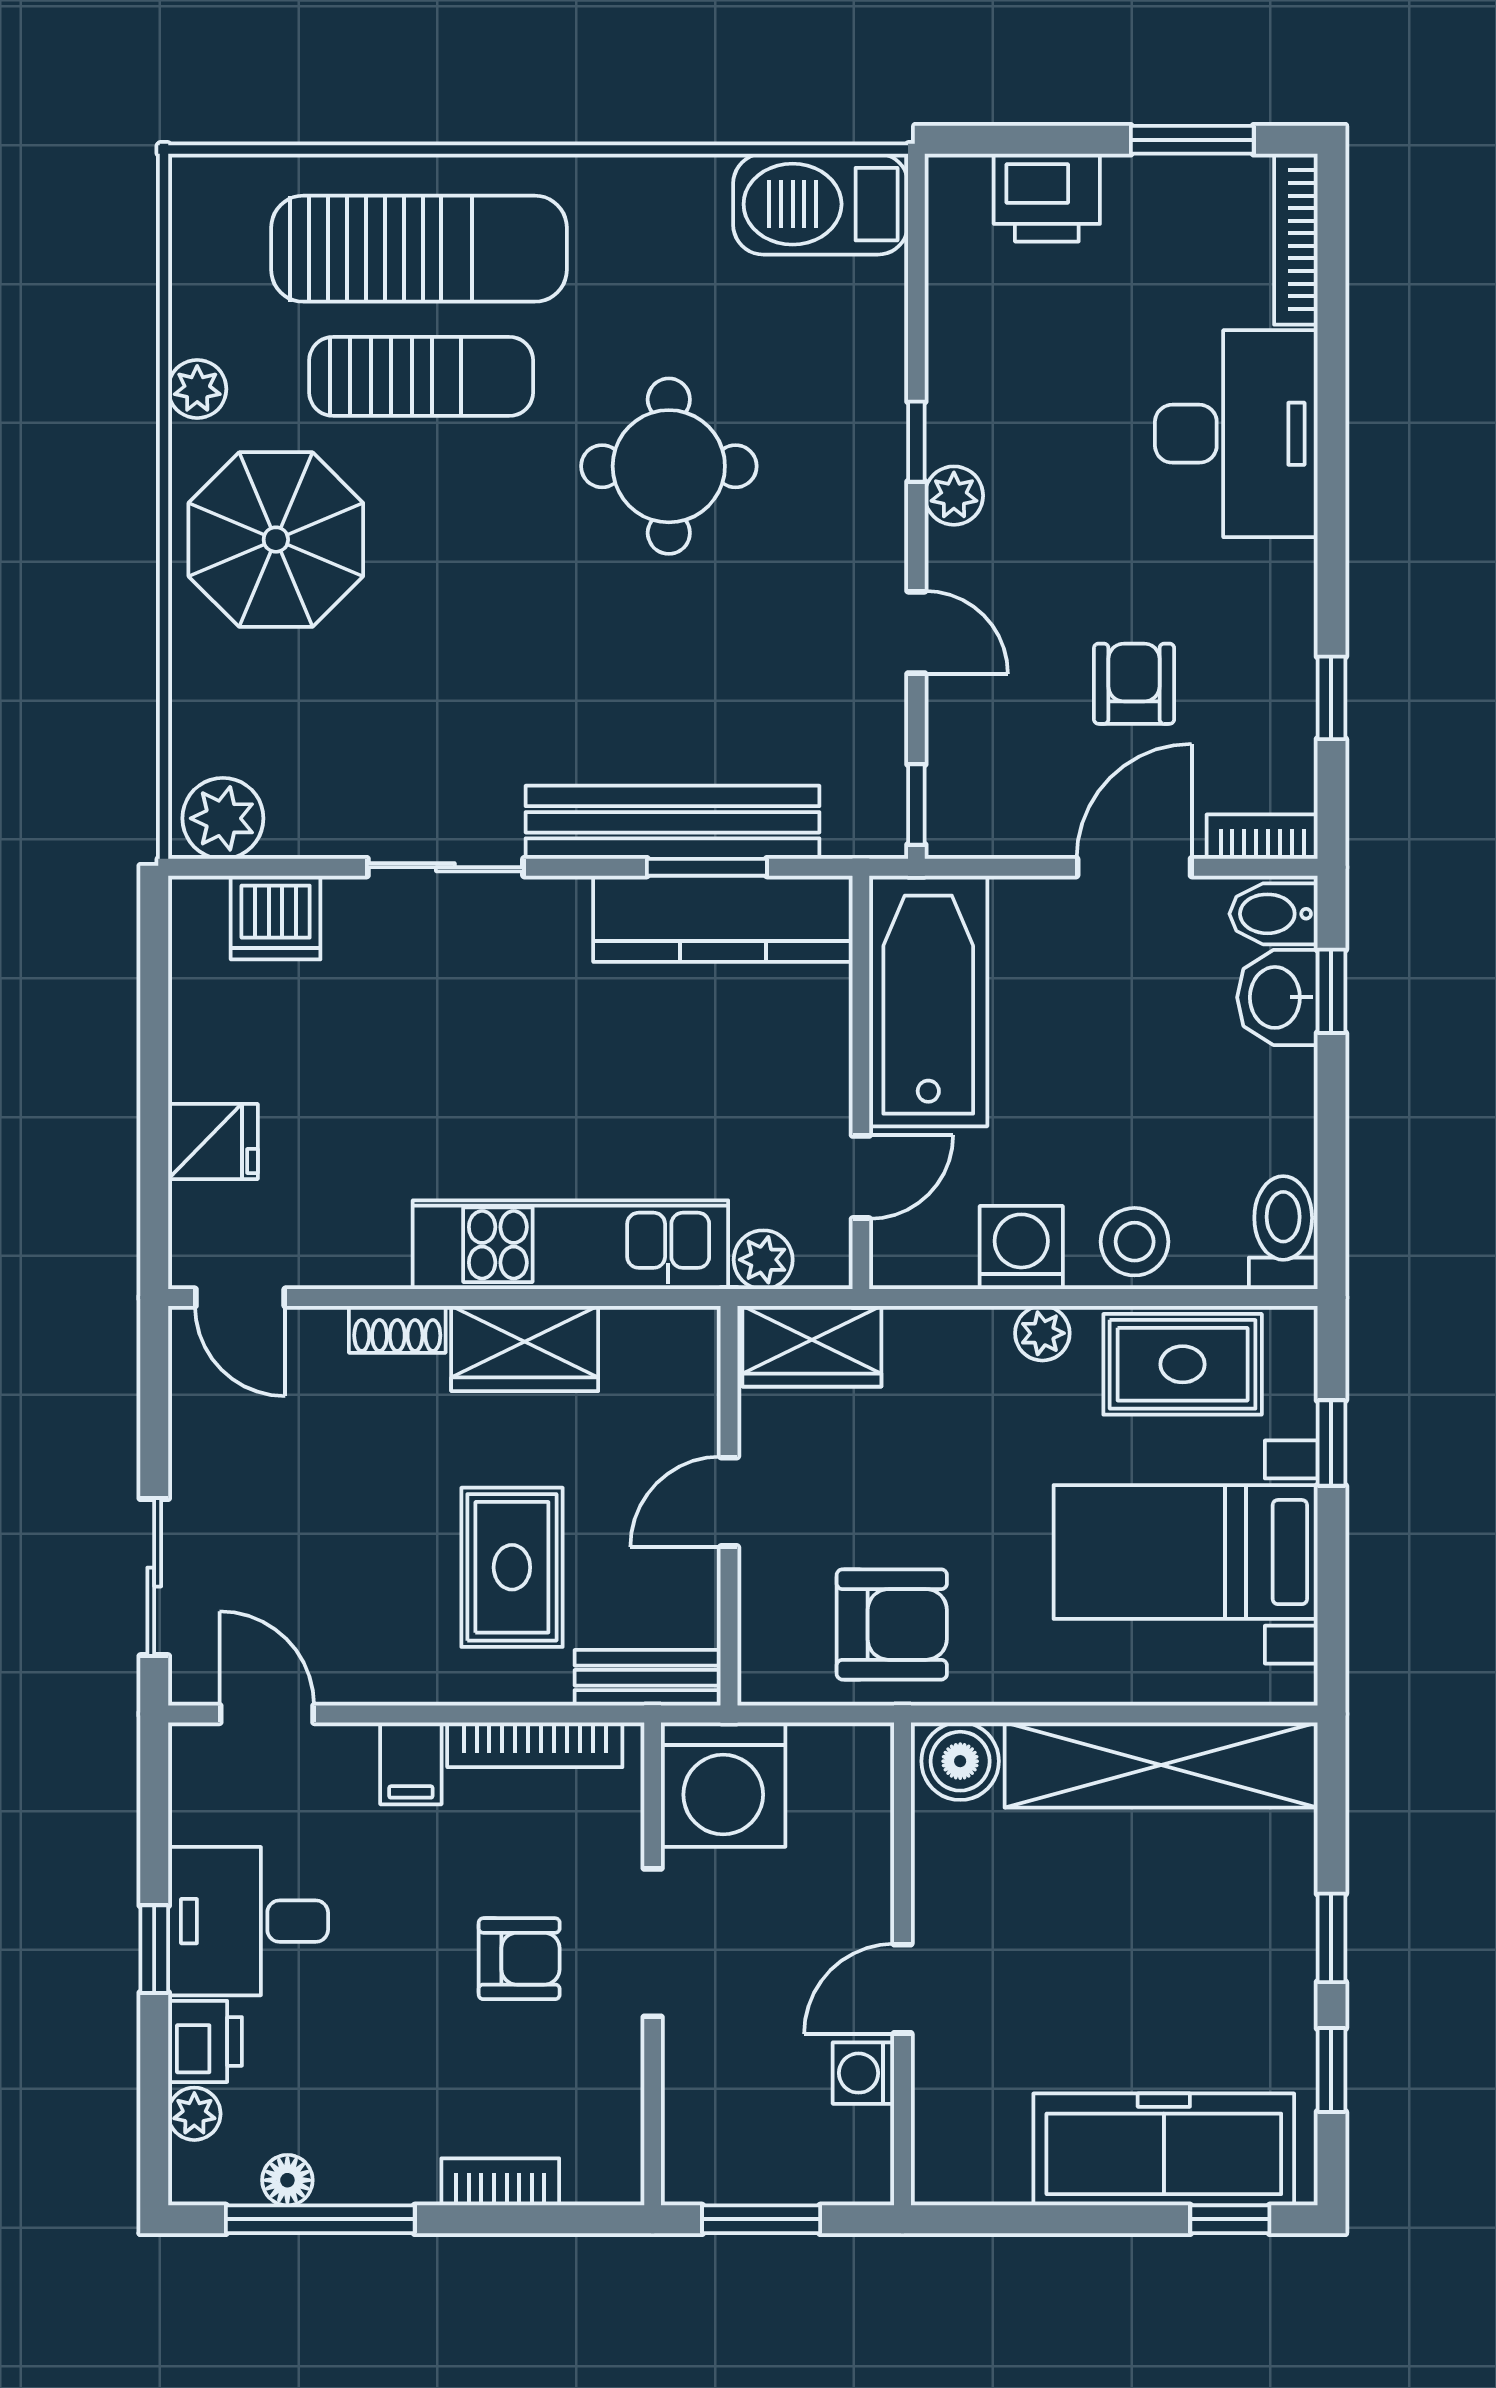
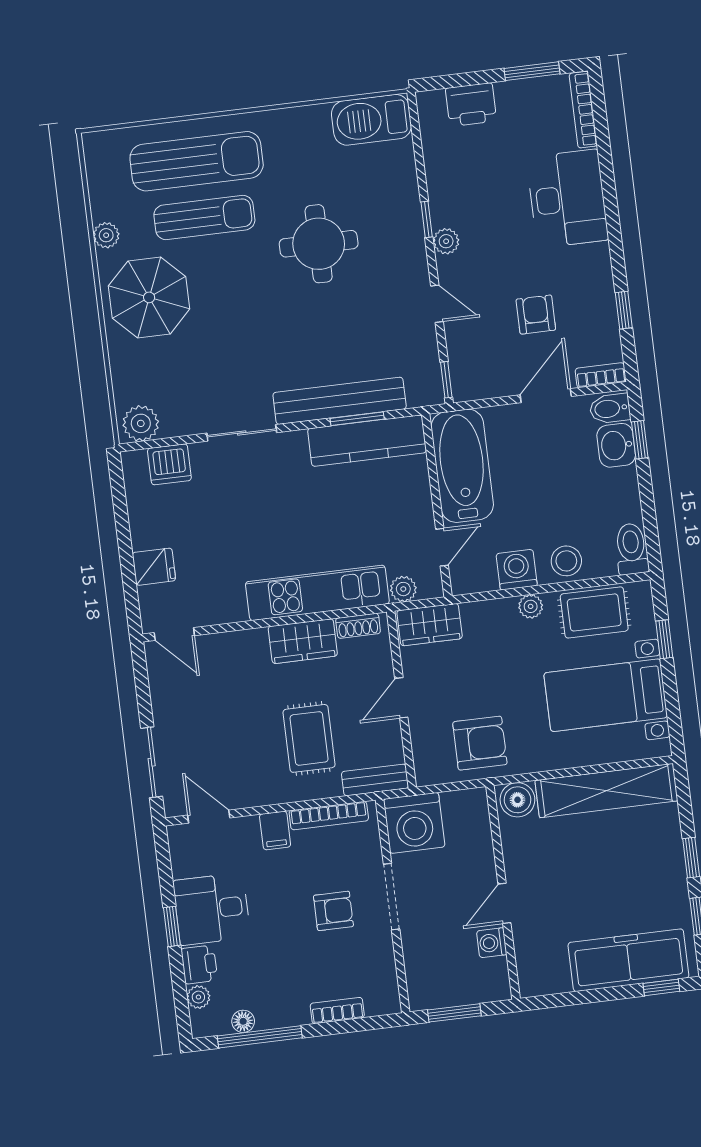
shoe rack: (397, 1329) -> (358, 626), moved

